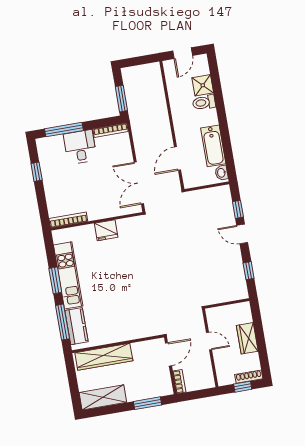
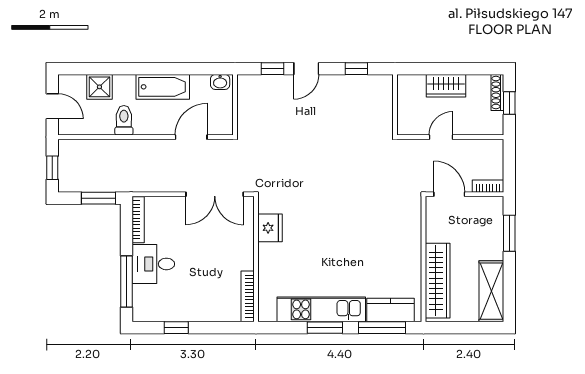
window: (138, 61) -> (52, 168), added
toilet: (204, 102) -> (124, 120), moved, turned 180
bathtub: (213, 146) -> (163, 87), moved
door: (178, 159) -> (191, 137), swing flipped
fridge: (106, 230) -> (270, 228), moved

